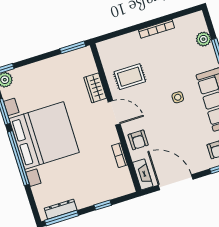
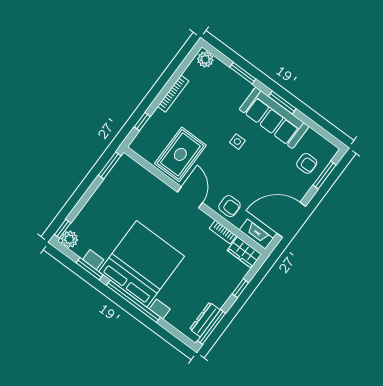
window: (119, 33) -> (142, 122), added
plant: (203, 39) -> (205, 59), moved
rug: (130, 77) -> (180, 154), width x1.36, depth x1.43
wardrobe: (95, 88) -> (244, 252), moved
door: (114, 113) -> (190, 197), hinge flipped

